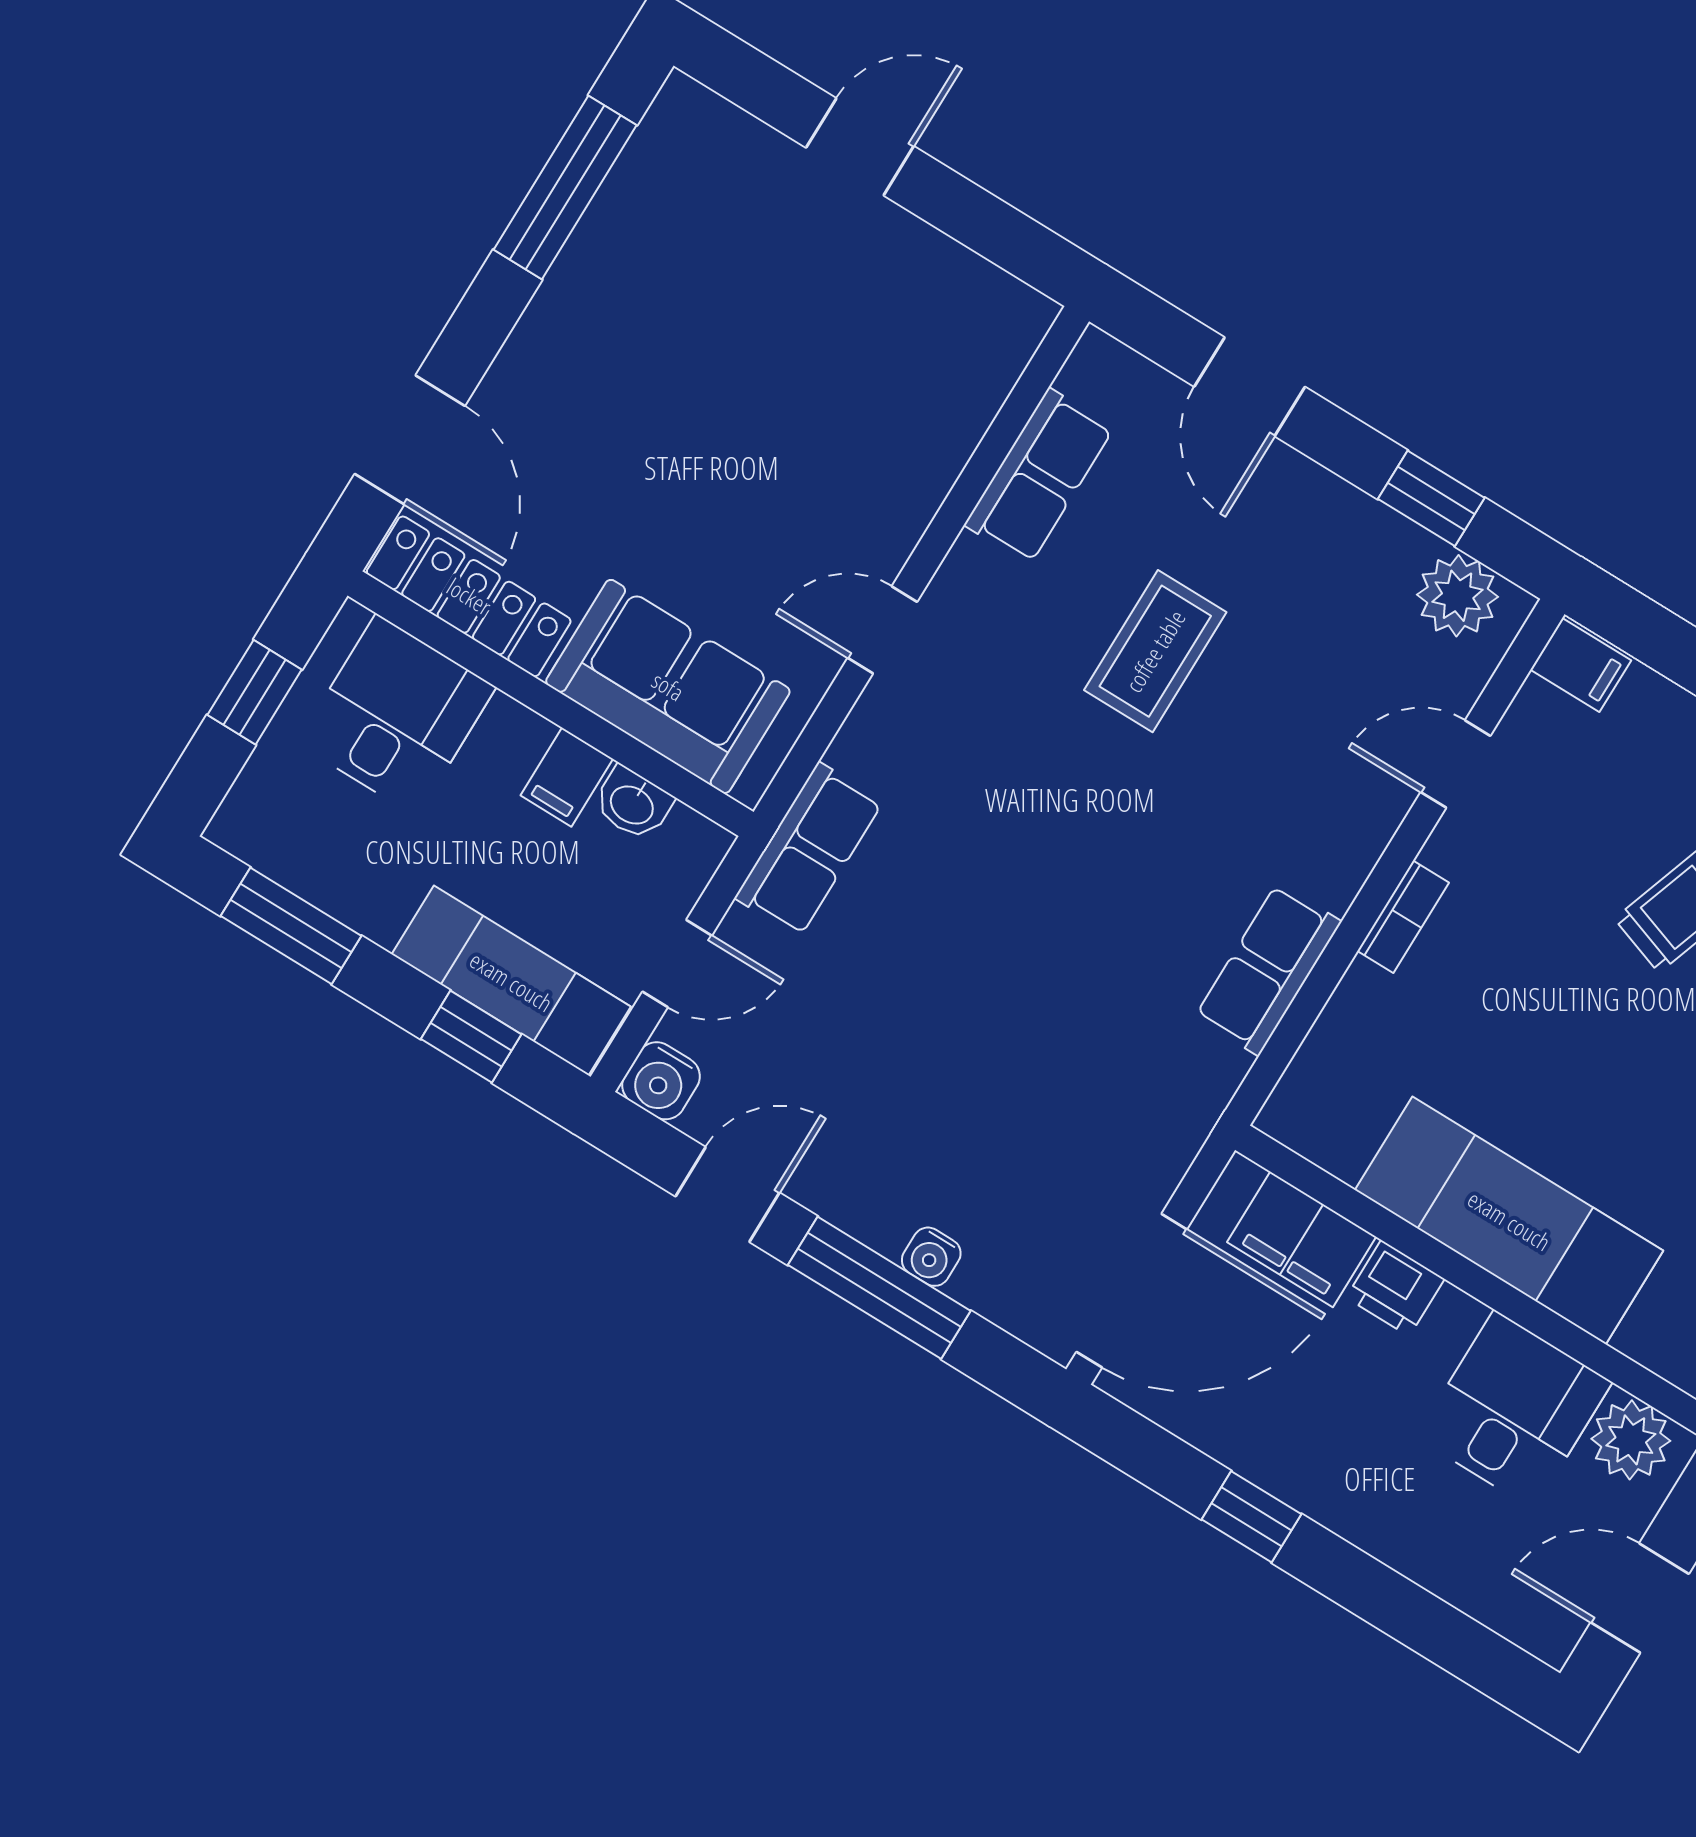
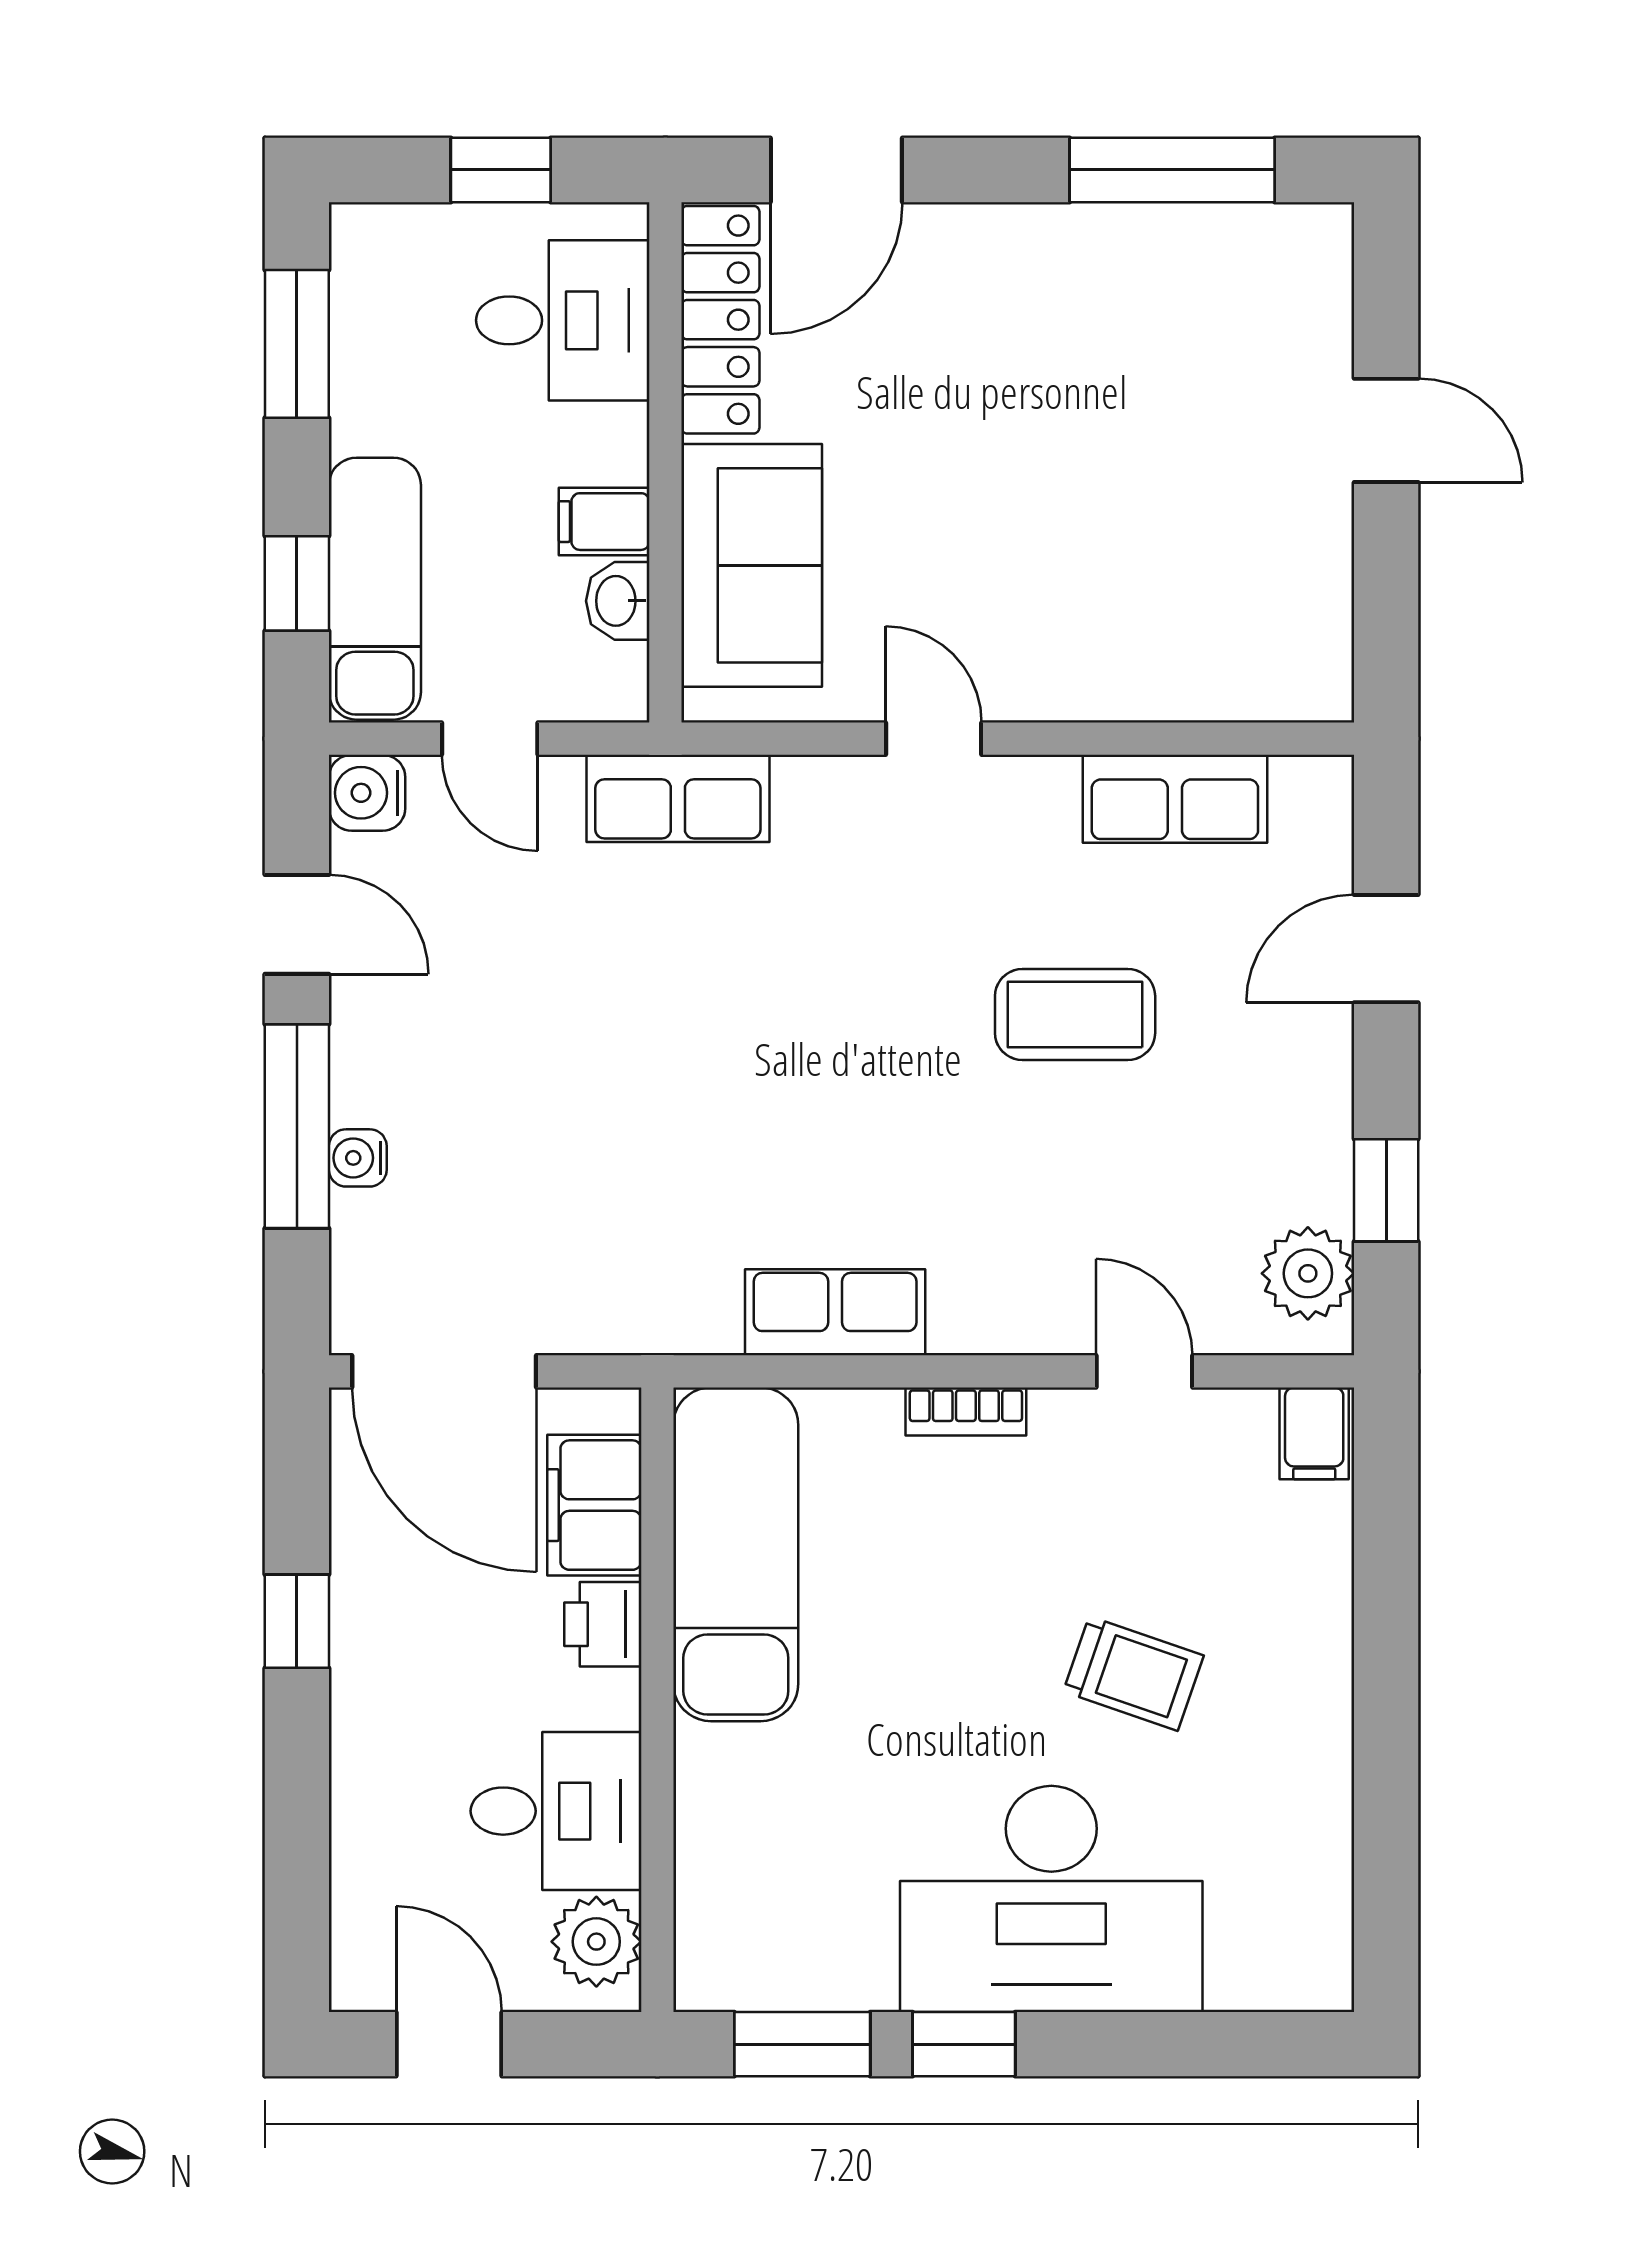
exam couch: (1509, 1220) -> (736, 1554), moved

